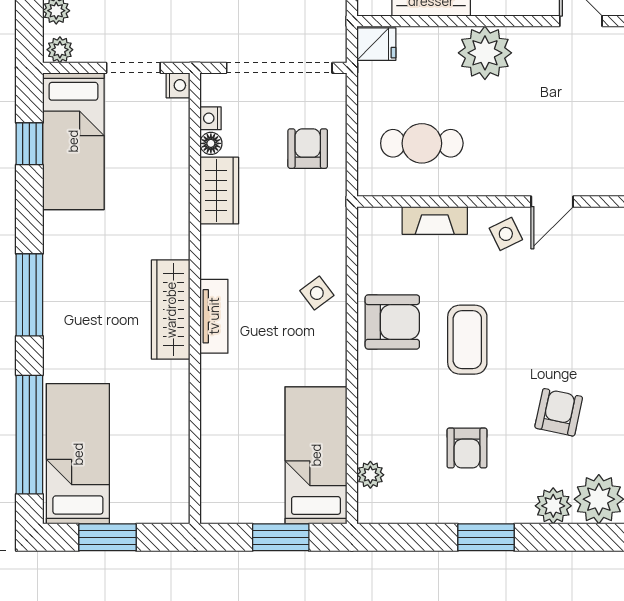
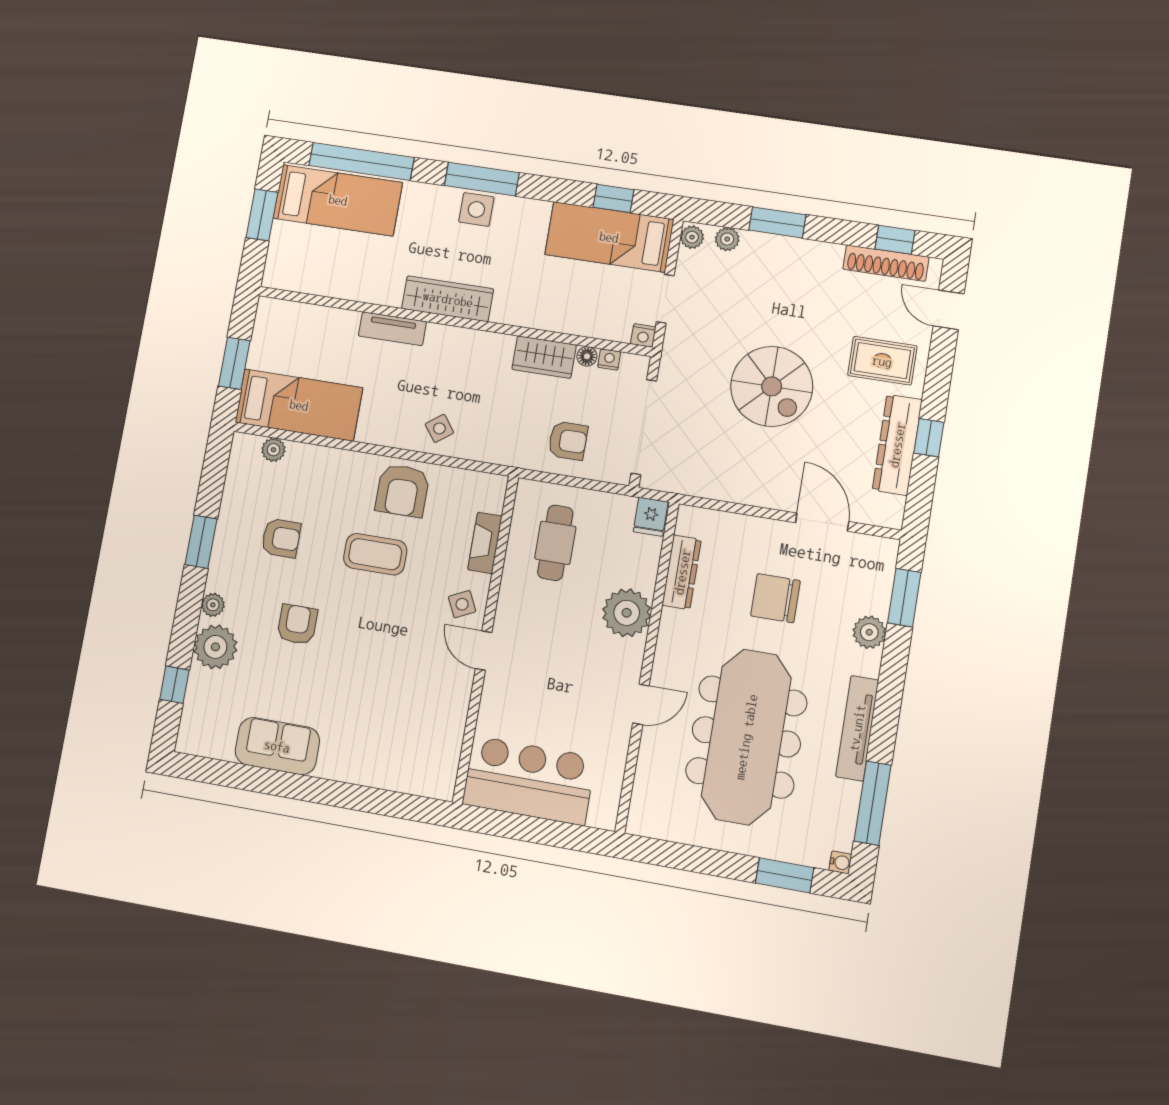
side table: (65, 295) -> (476, 209), added
tv unit: (214, 316) -> (392, 329), moved
armchair: (559, 412) -> (297, 624), turned -102
armchair: (467, 448) -> (281, 538), turned 180
plant: (553, 506) -> (213, 605), width x0.73, depth x0.73

